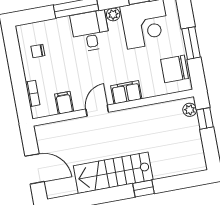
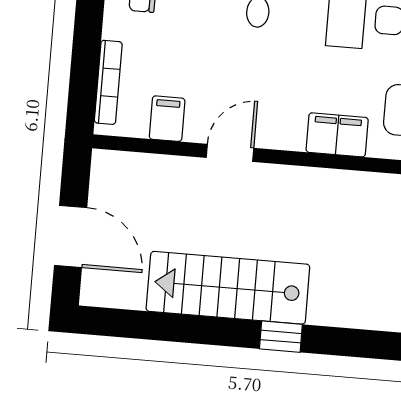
filing cabinet: (126, 92) -> (337, 135), moved
bookcase: (33, 93) -> (108, 82), width x1.56

